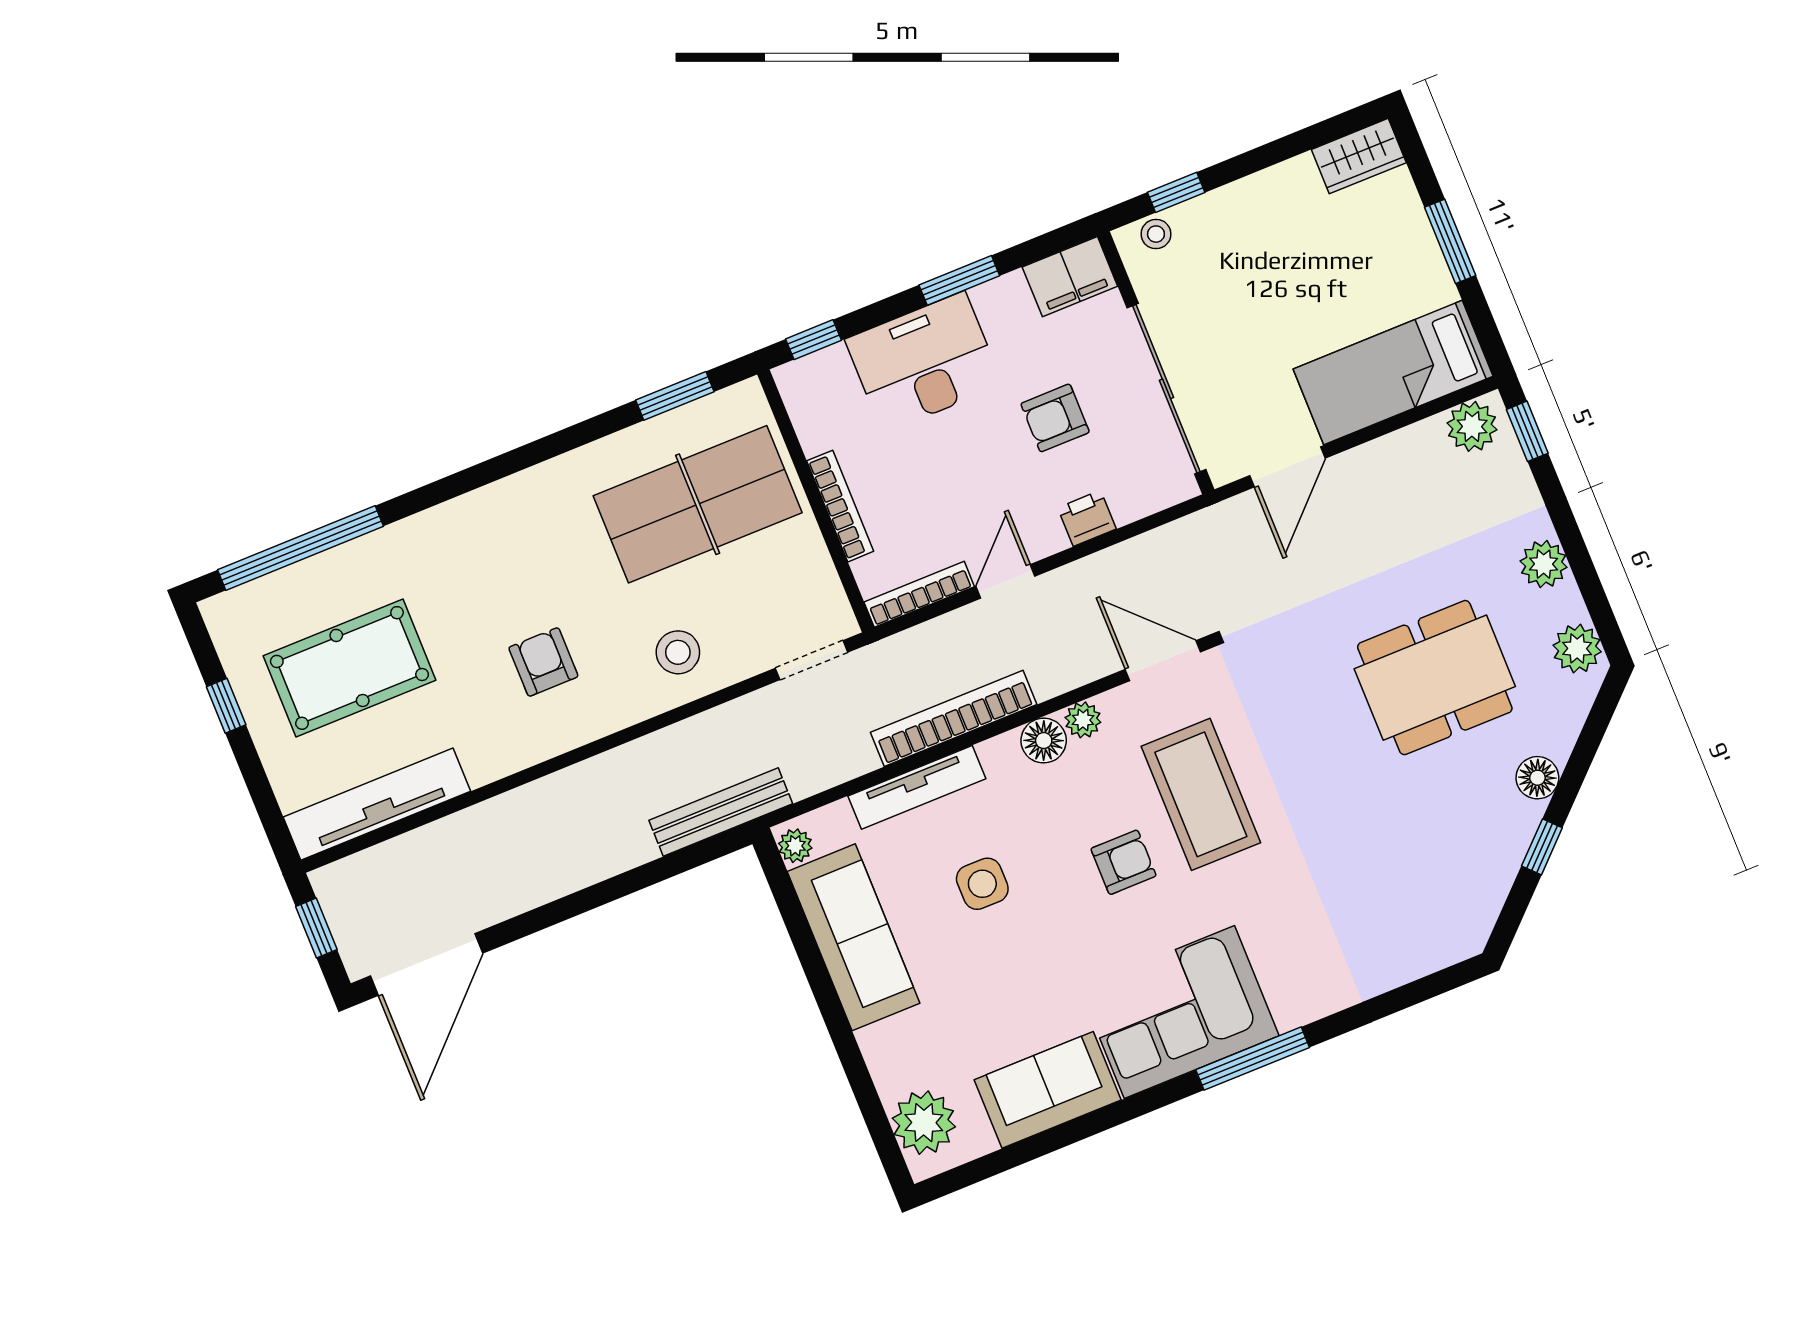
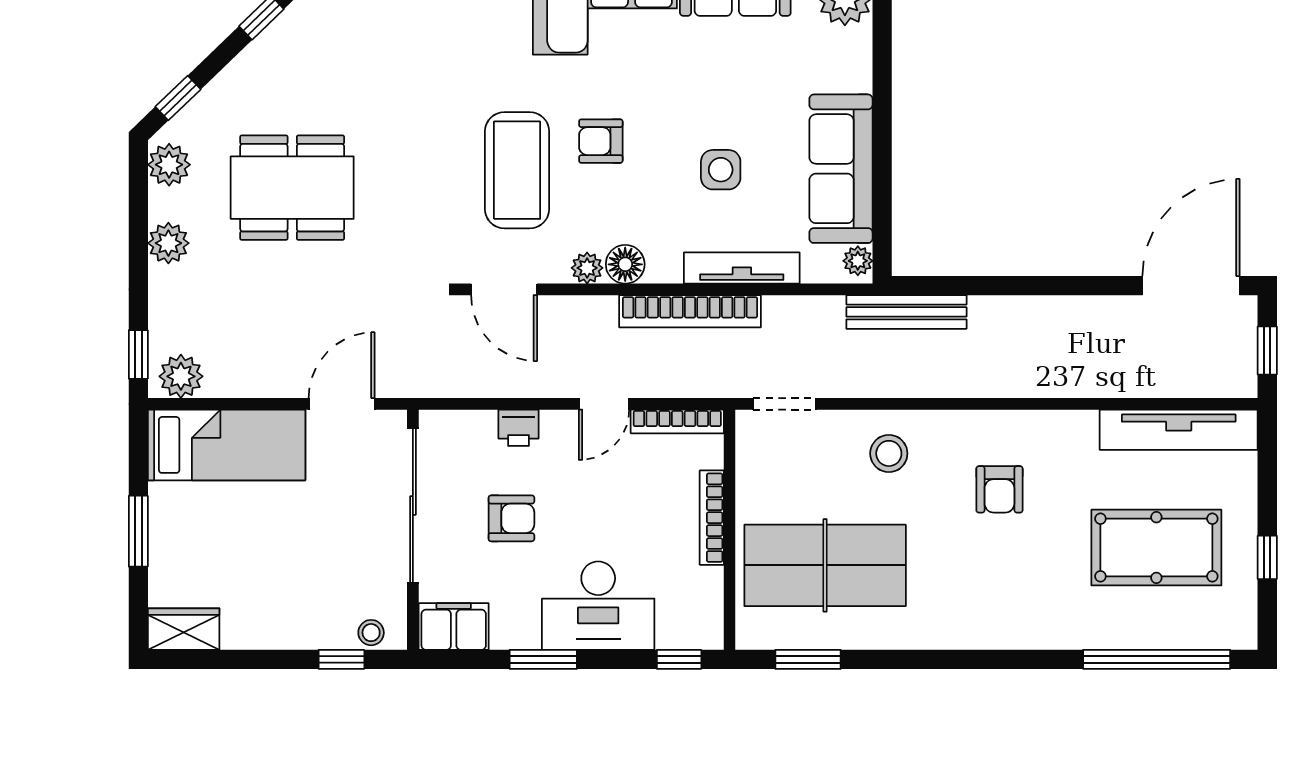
window: (1597, 724) -> (178, 98), added
floor lamp: (1537, 778) -> (243, 74), removed

